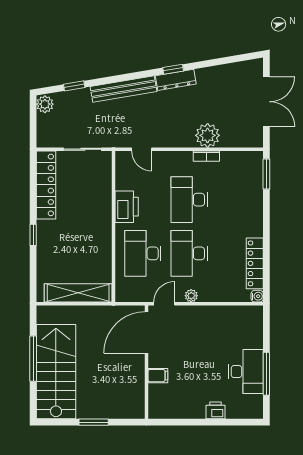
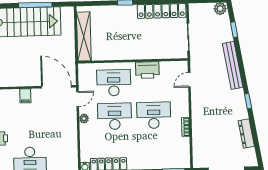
dresser: (176, 80) -> (246, 134), moved
plant: (208, 135) -> (201, 127), removed
door: (164, 304) -> (78, 99), hinge flipped

